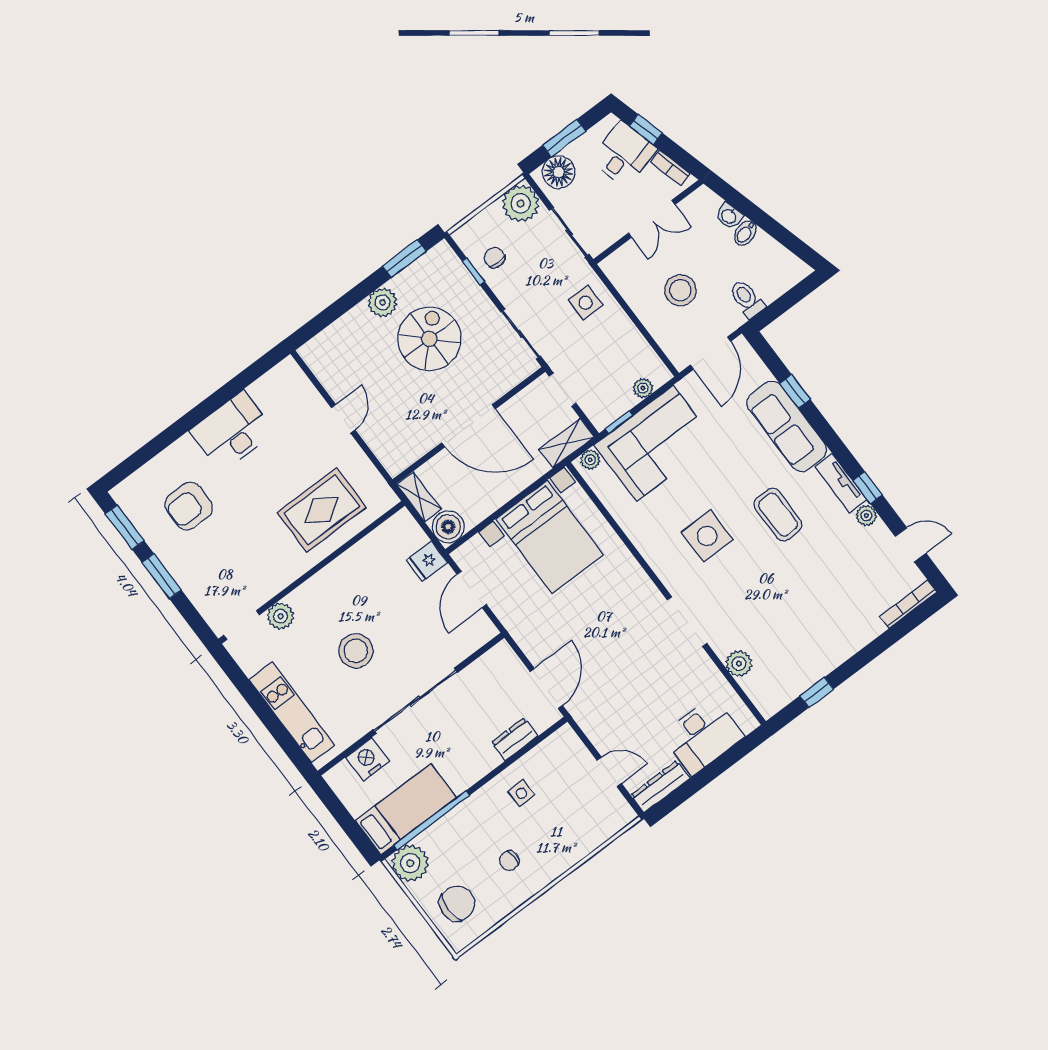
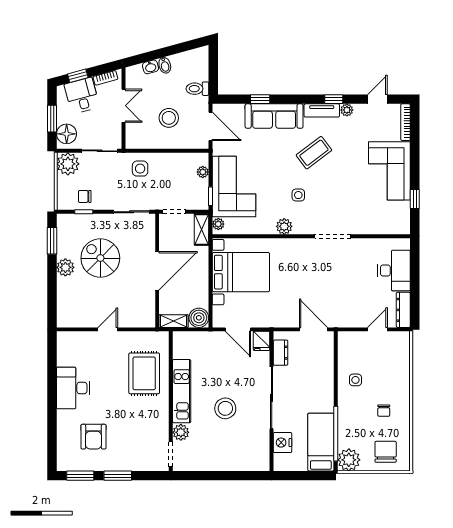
door: (343, 419) -> (108, 329), hinge flipped
coffee table: (778, 515) -> (314, 153), turned -37
side table: (707, 536) -> (298, 195), width x0.54, depth x0.54
fridge: (427, 561) -> (262, 341), moved
corner sofa: (829, 631) -> (389, 171), added
plant: (739, 664) -> (284, 226), moved
kitchen unit: (292, 712) -> (182, 391), moved, turned 90
dresser: (515, 739) -> (281, 353), moved, turned 180

